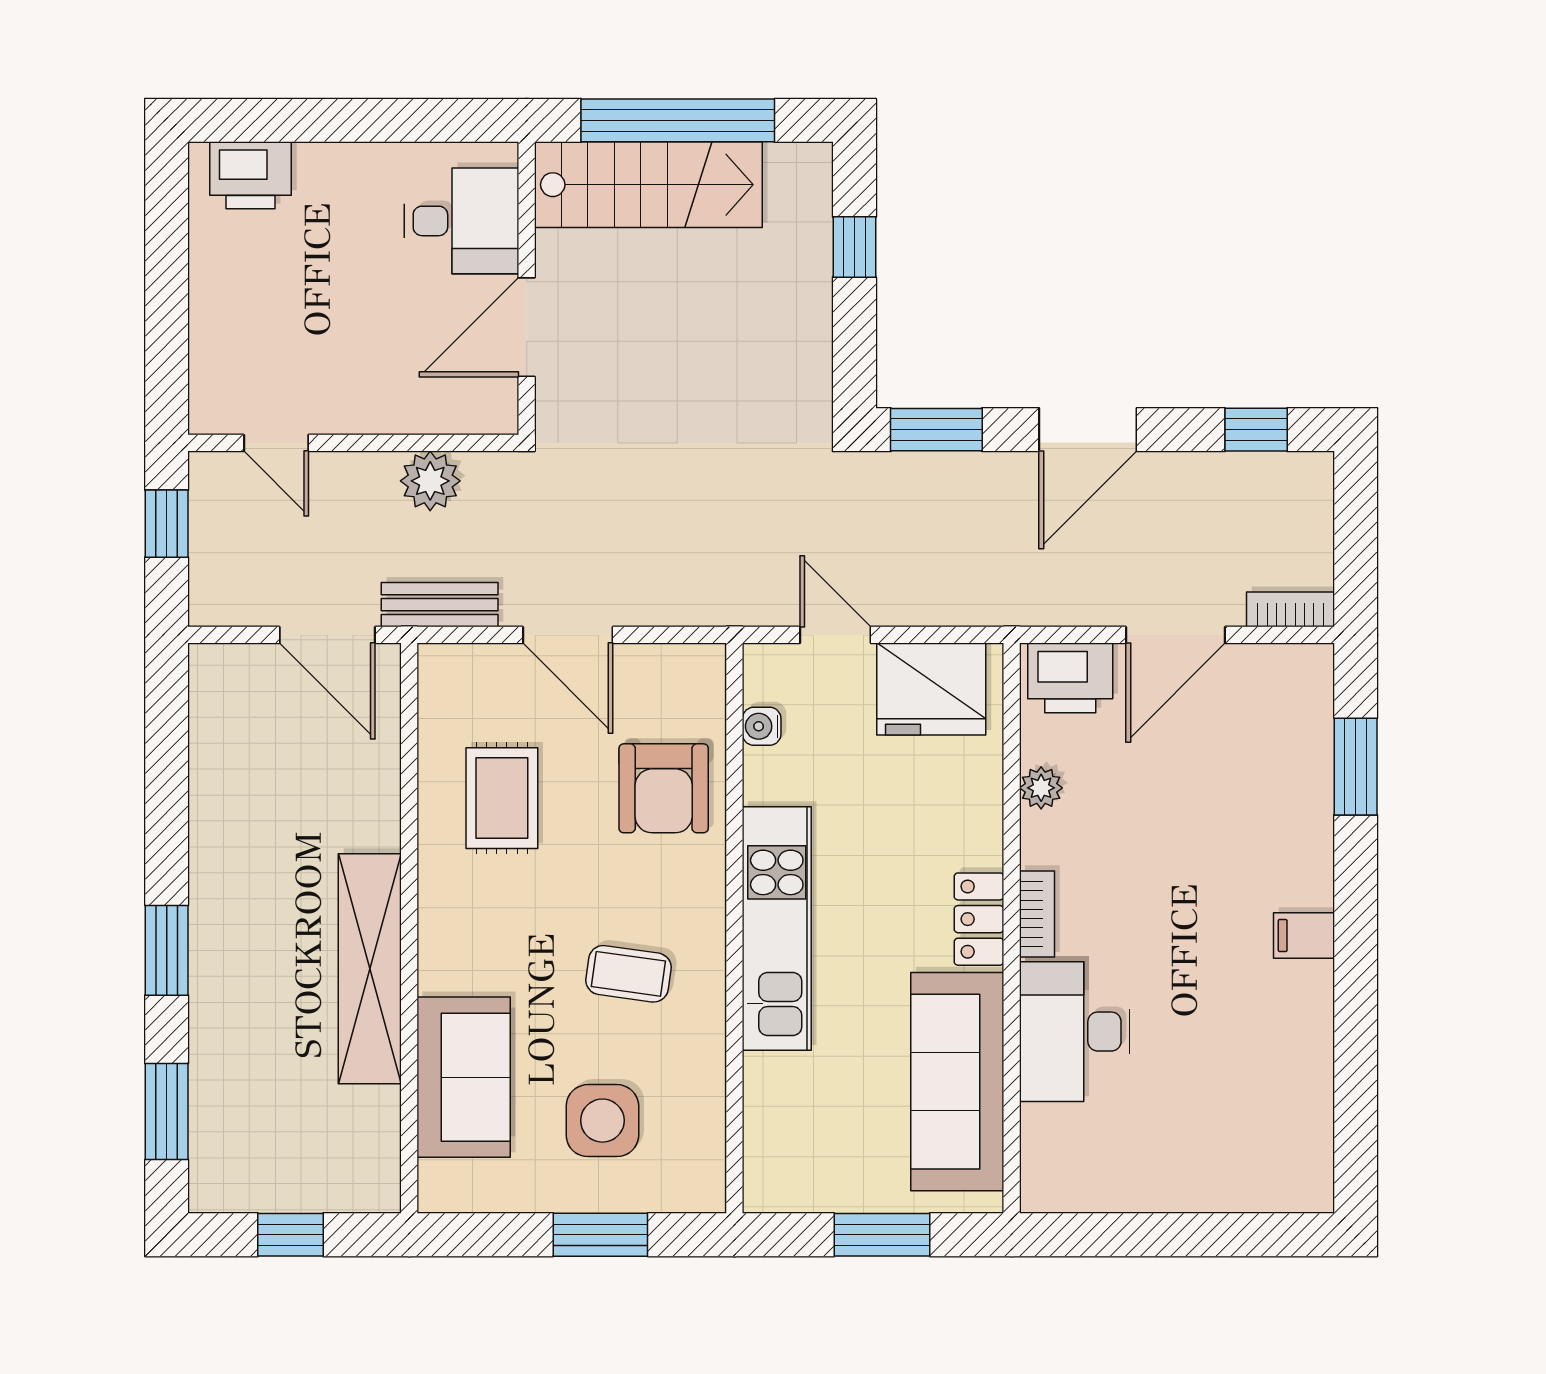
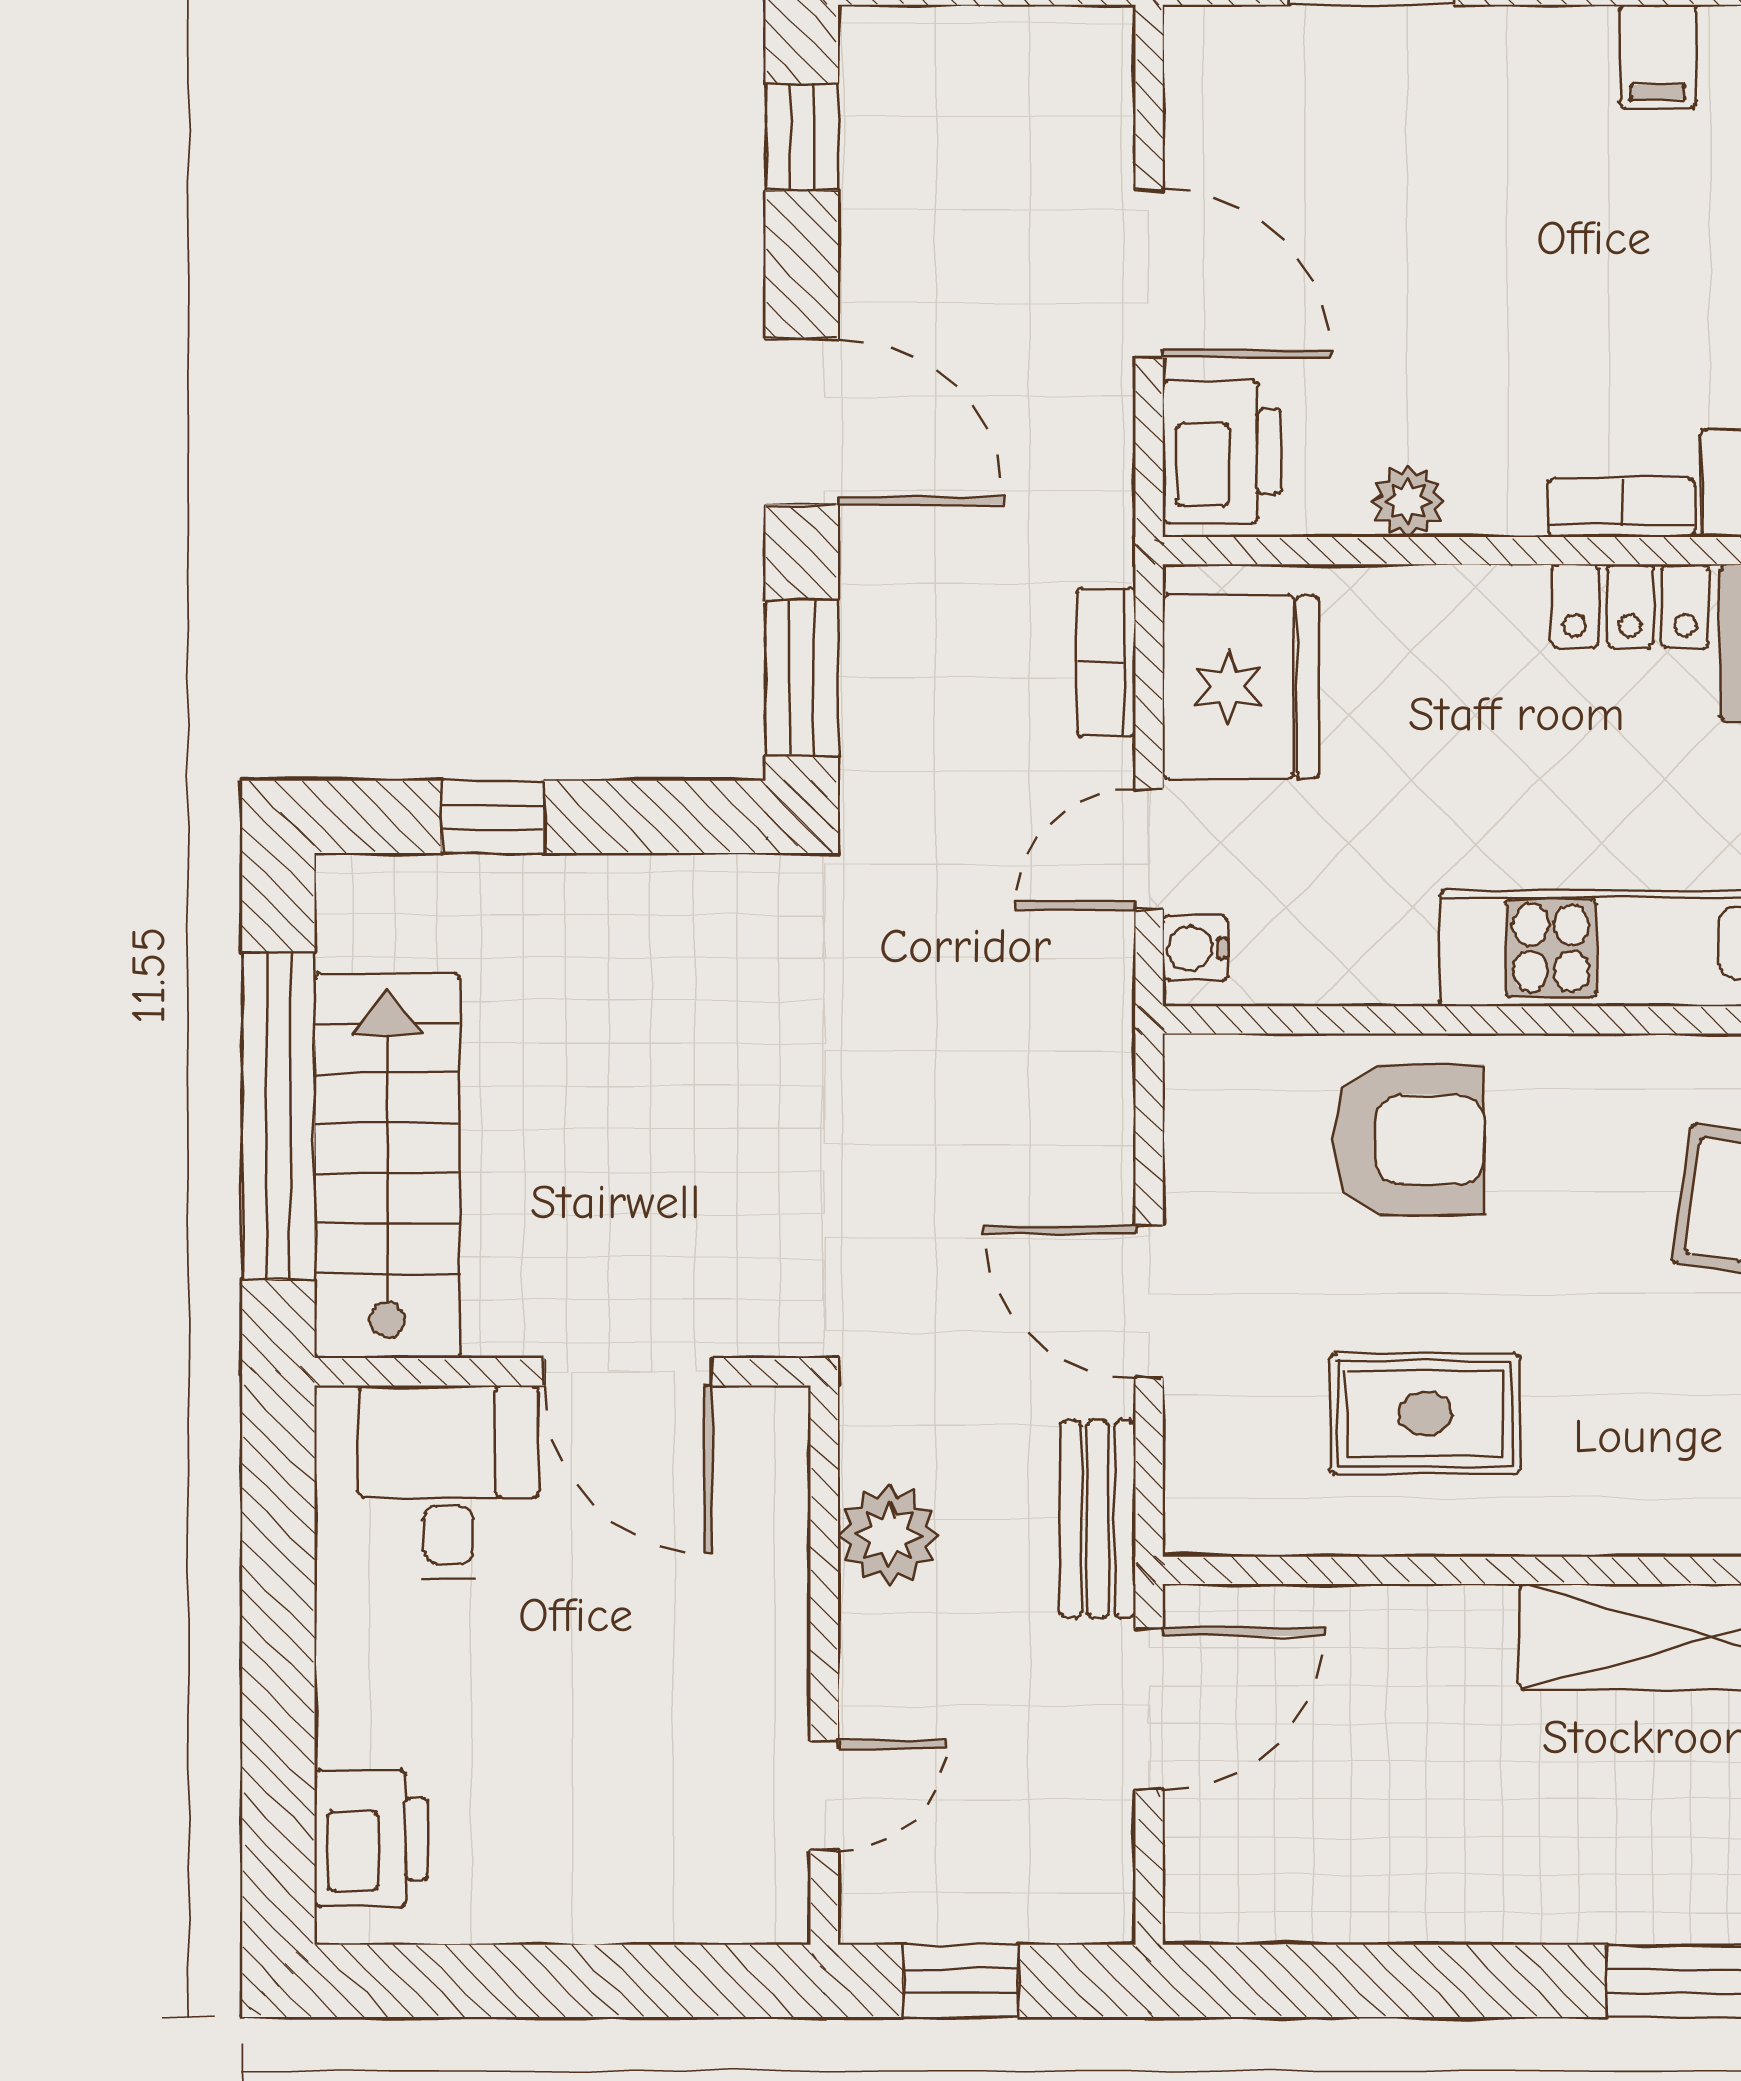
bookcase: (1290, 609) -> (1106, 662), moved
door: (568, 635) -> (1149, 1302), swing flipped
water cooler: (762, 726) -> (1195, 948), moved, turned 90

